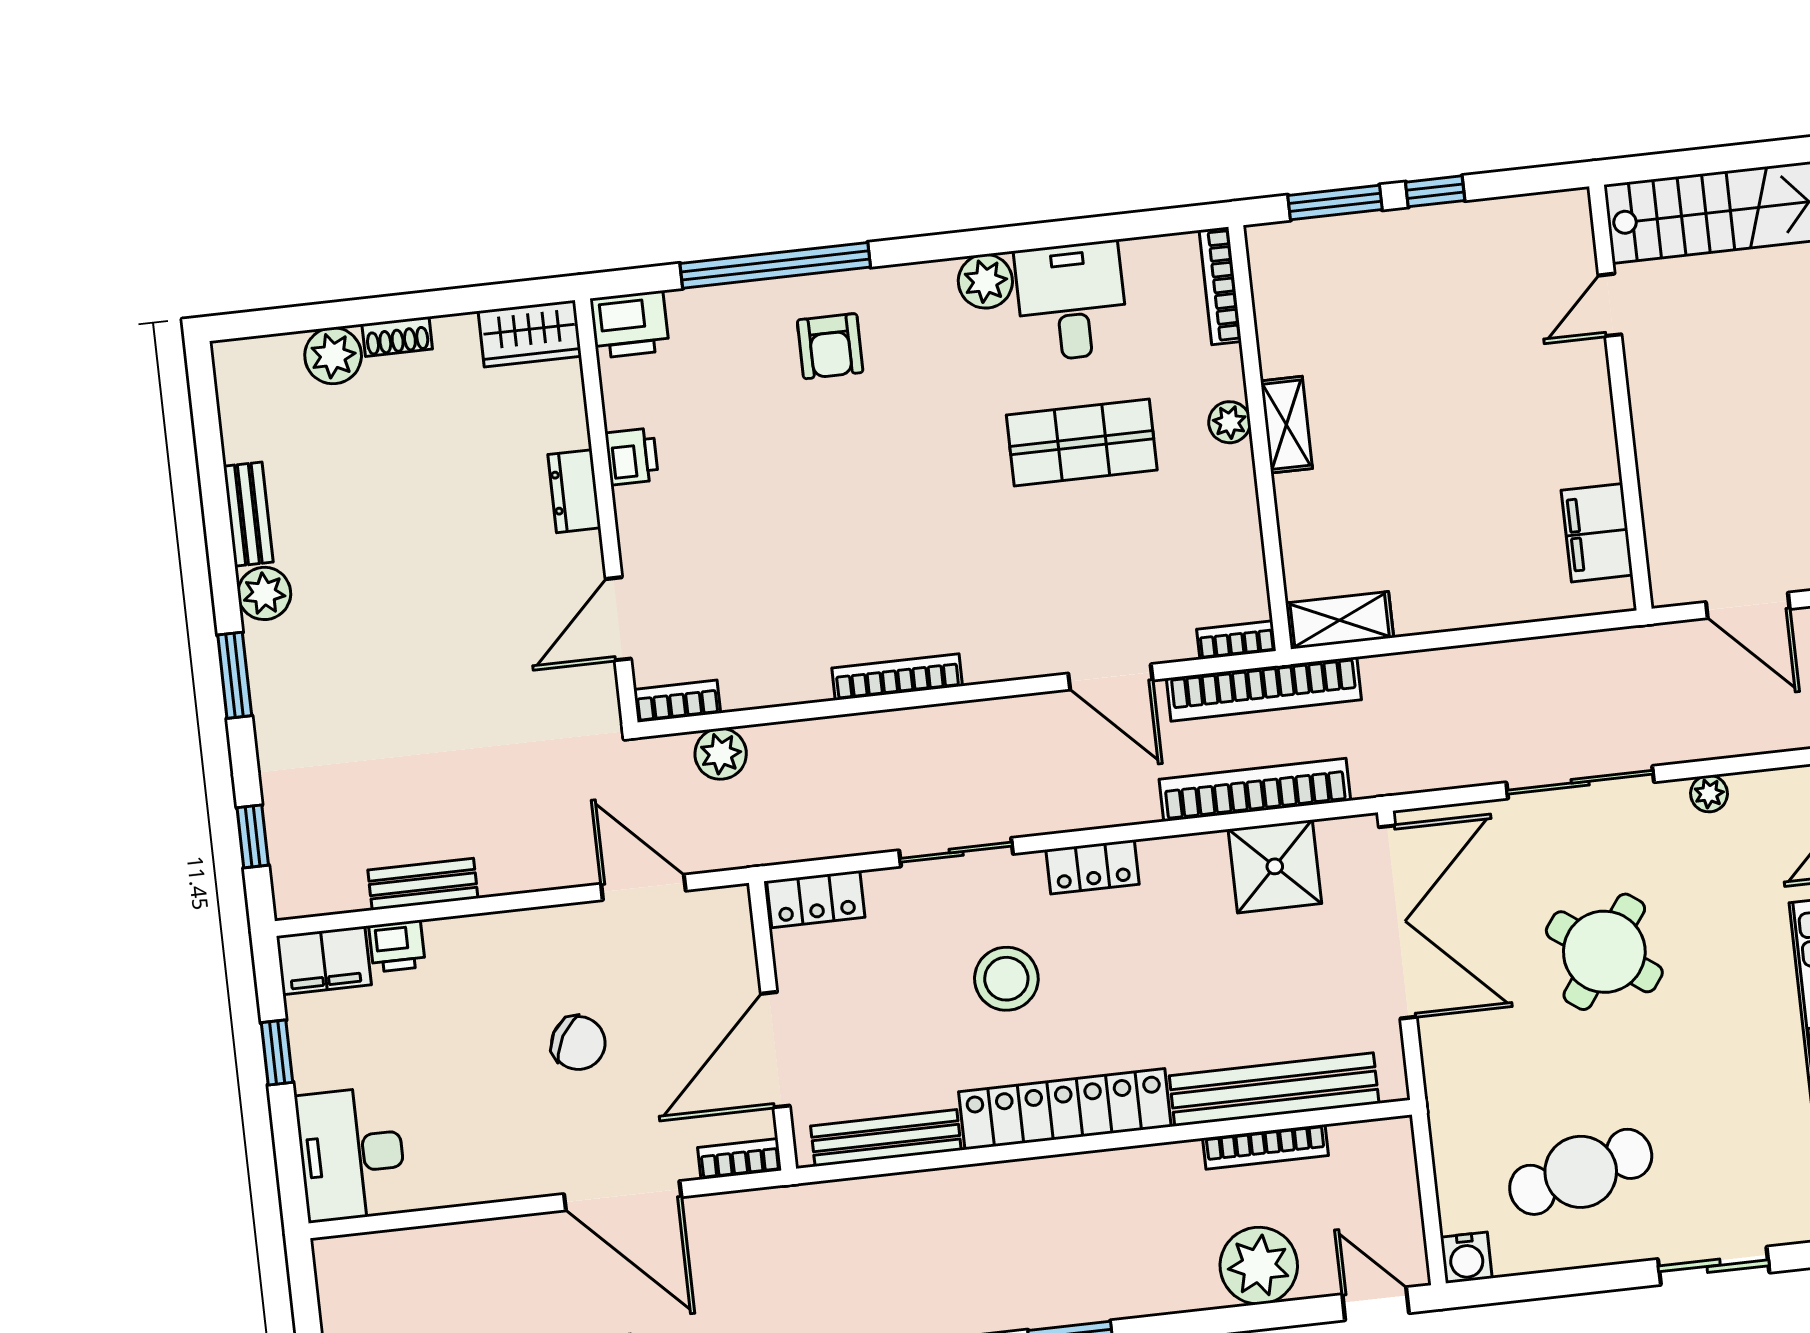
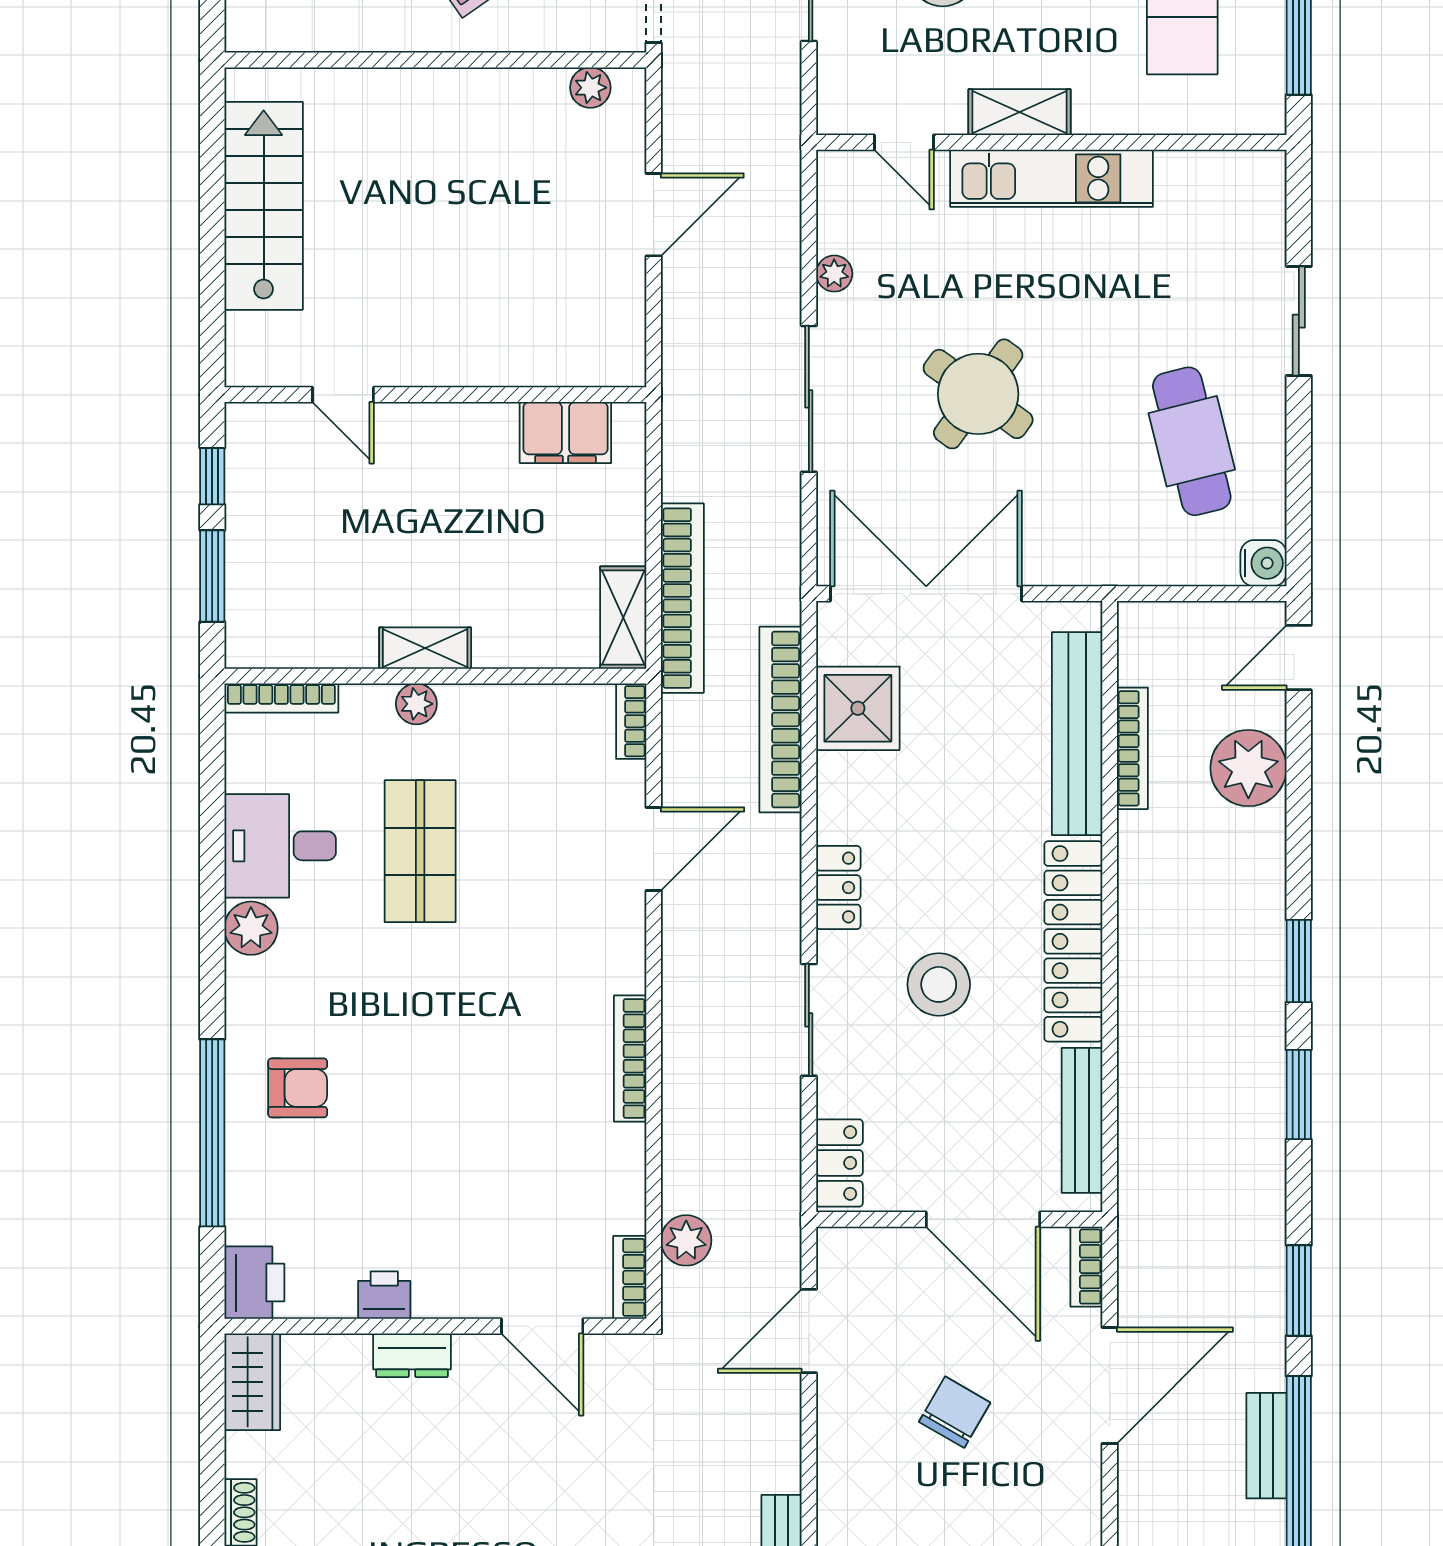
door: (1610, 305) -> (343, 395), moved
wall: (1620, 398) -> (435, 395), moved
filing cabinet: (1597, 533) -> (565, 433), moved
bookcase: (1264, 689) -> (682, 598), moved

